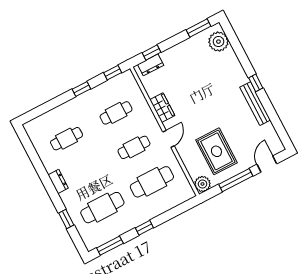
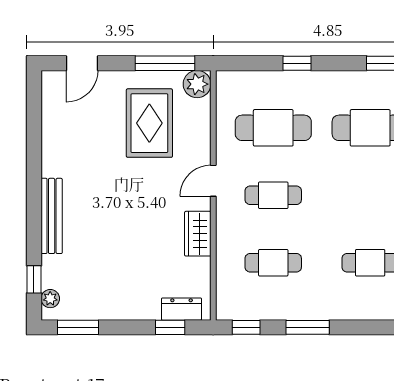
plant: (218, 42) -> (50, 299), width x0.53, depth x0.53
window: (256, 83) -> (34, 279), moved
window: (81, 89) -> (308, 327), width x1.50
bench: (255, 104) -> (52, 216), moved
window: (236, 180) -> (165, 63), moved
window: (144, 228) -> (297, 63), moved

